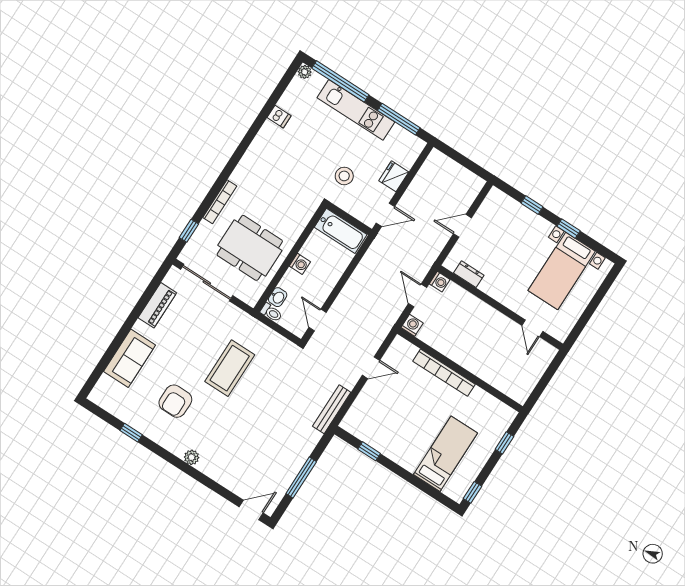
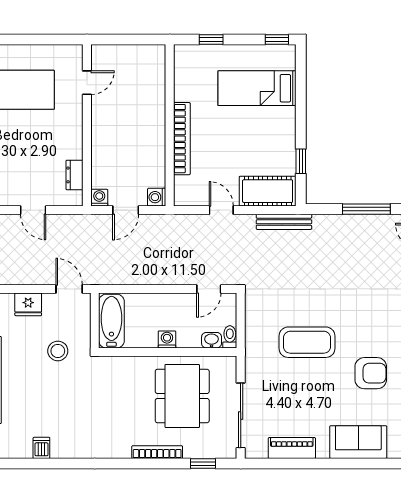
cot: (363, 412) -> (268, 191), added

